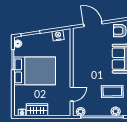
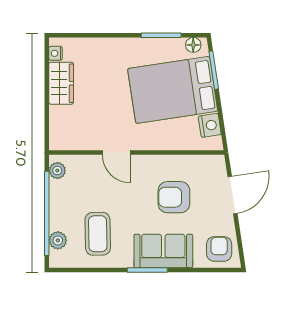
armchair: (94, 53) -> (174, 197), added
bed: (35, 71) -> (173, 90), moved, turned 81
door: (72, 94) -> (116, 153), moved

